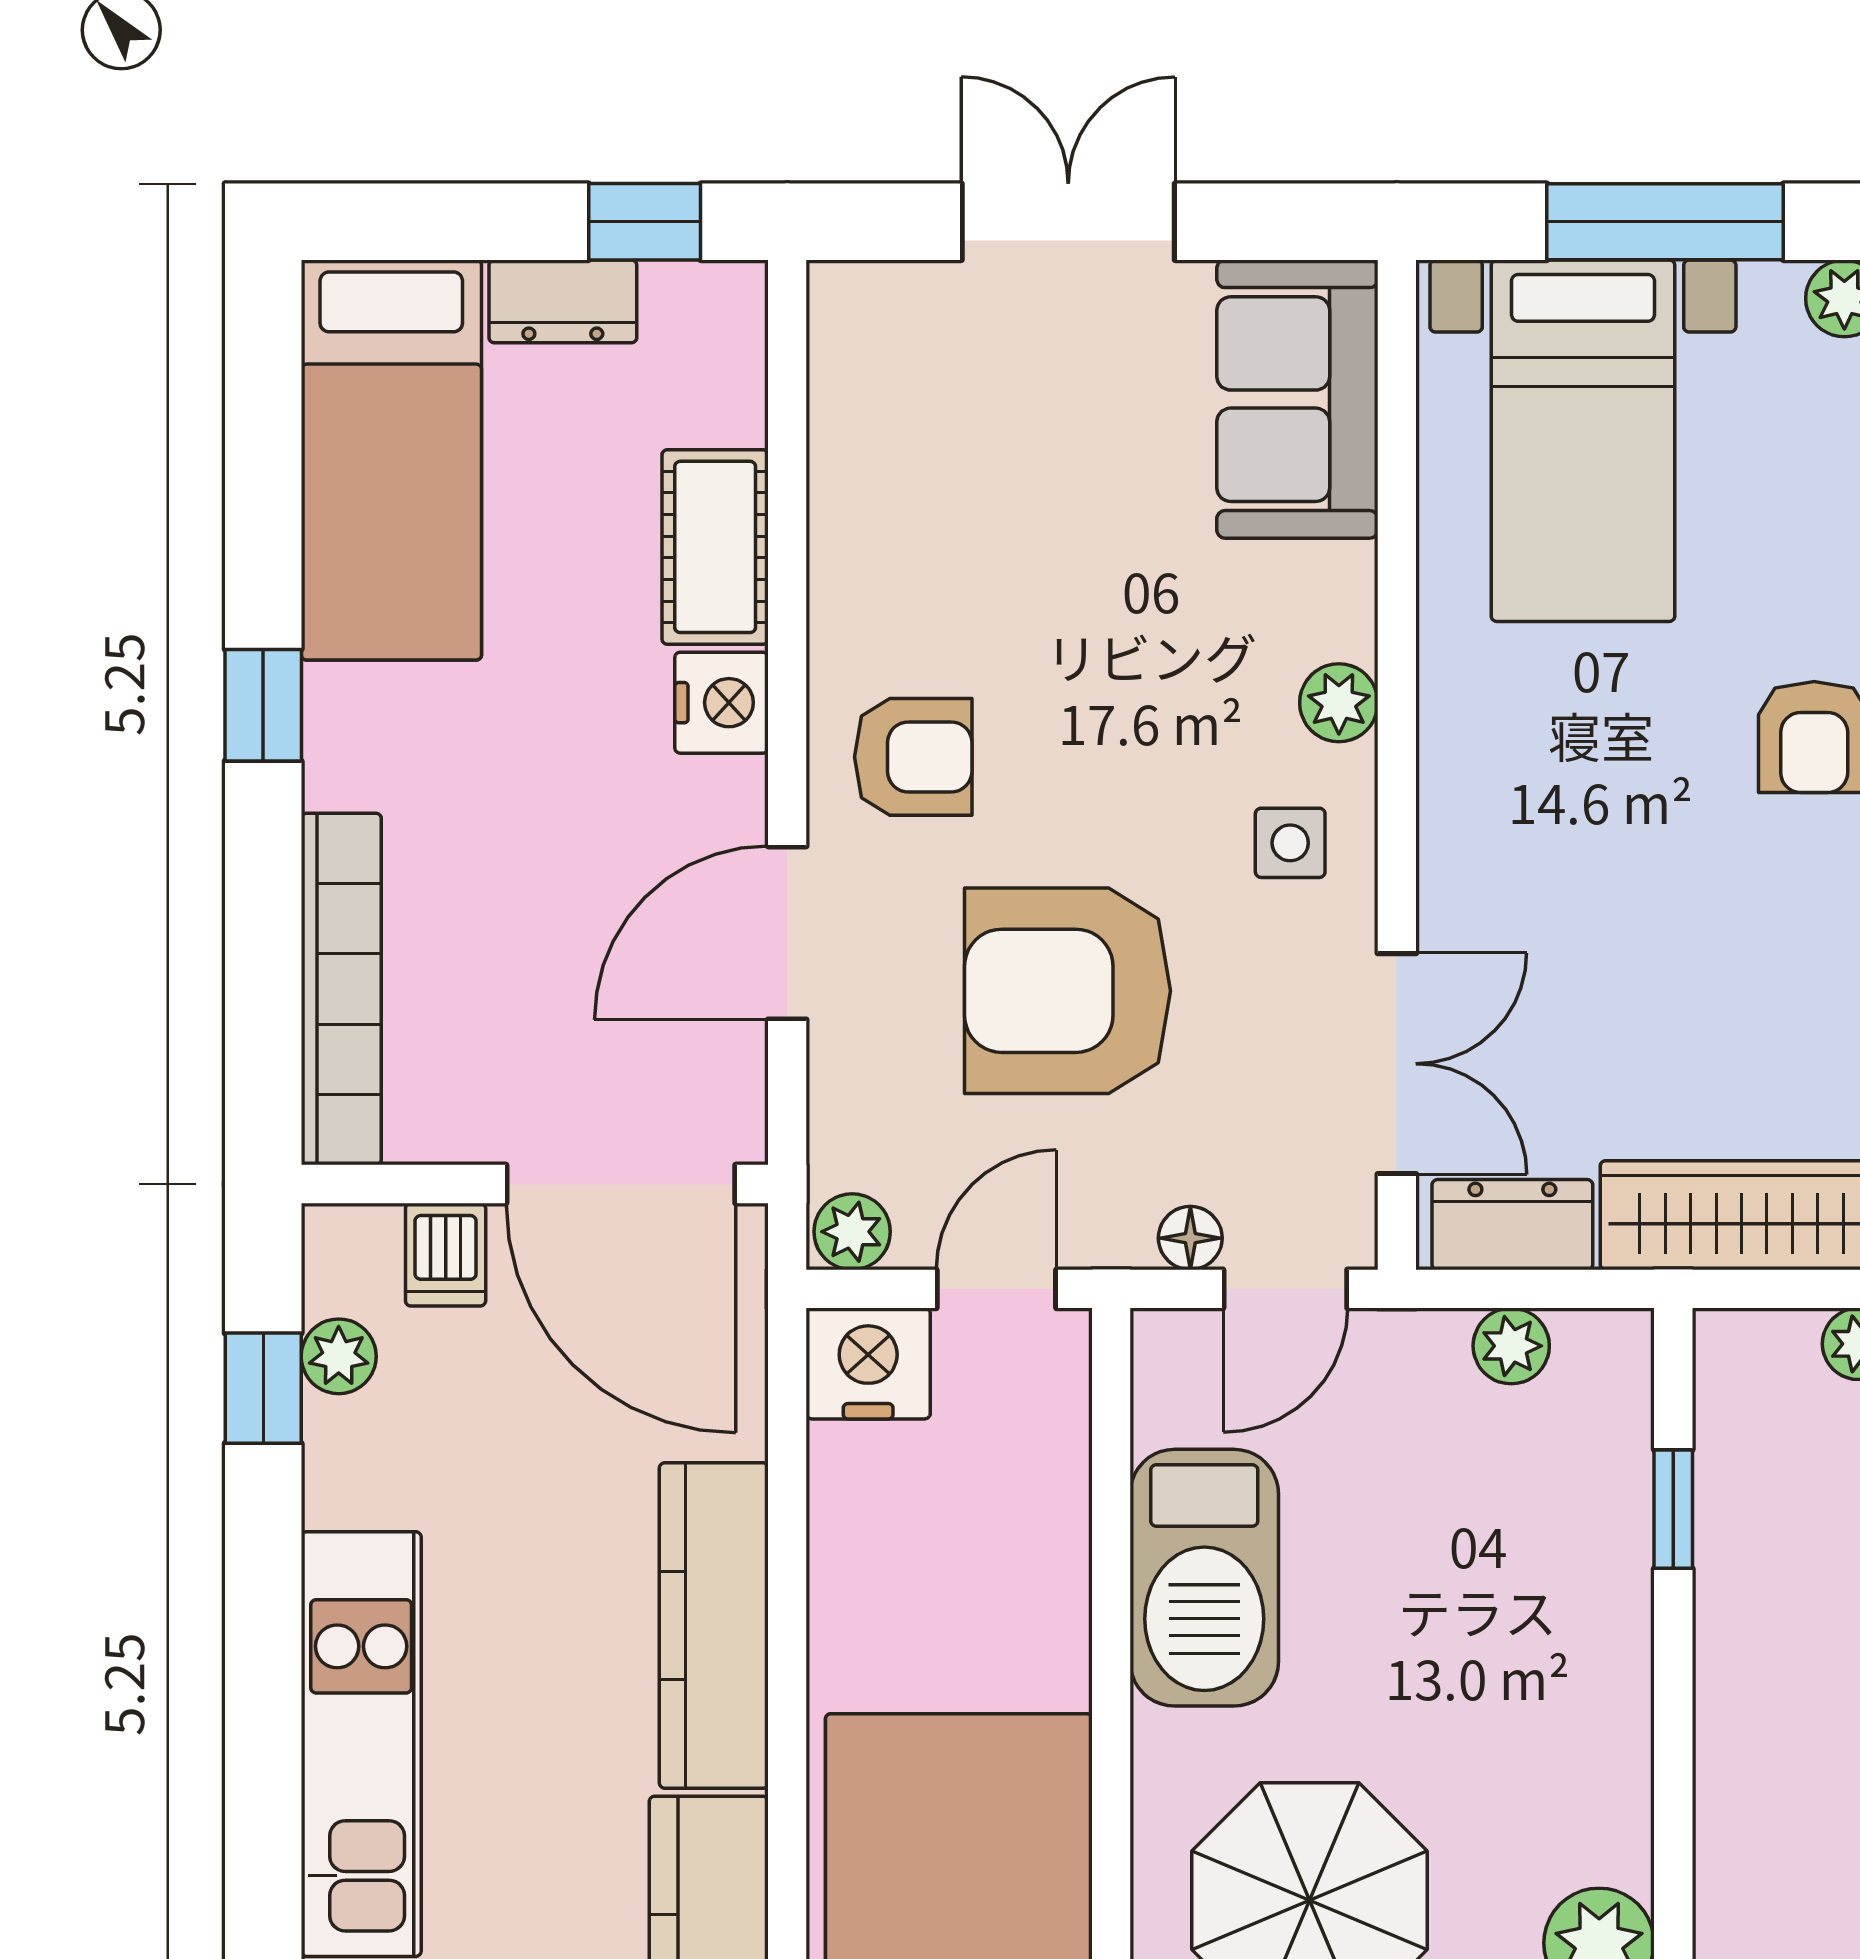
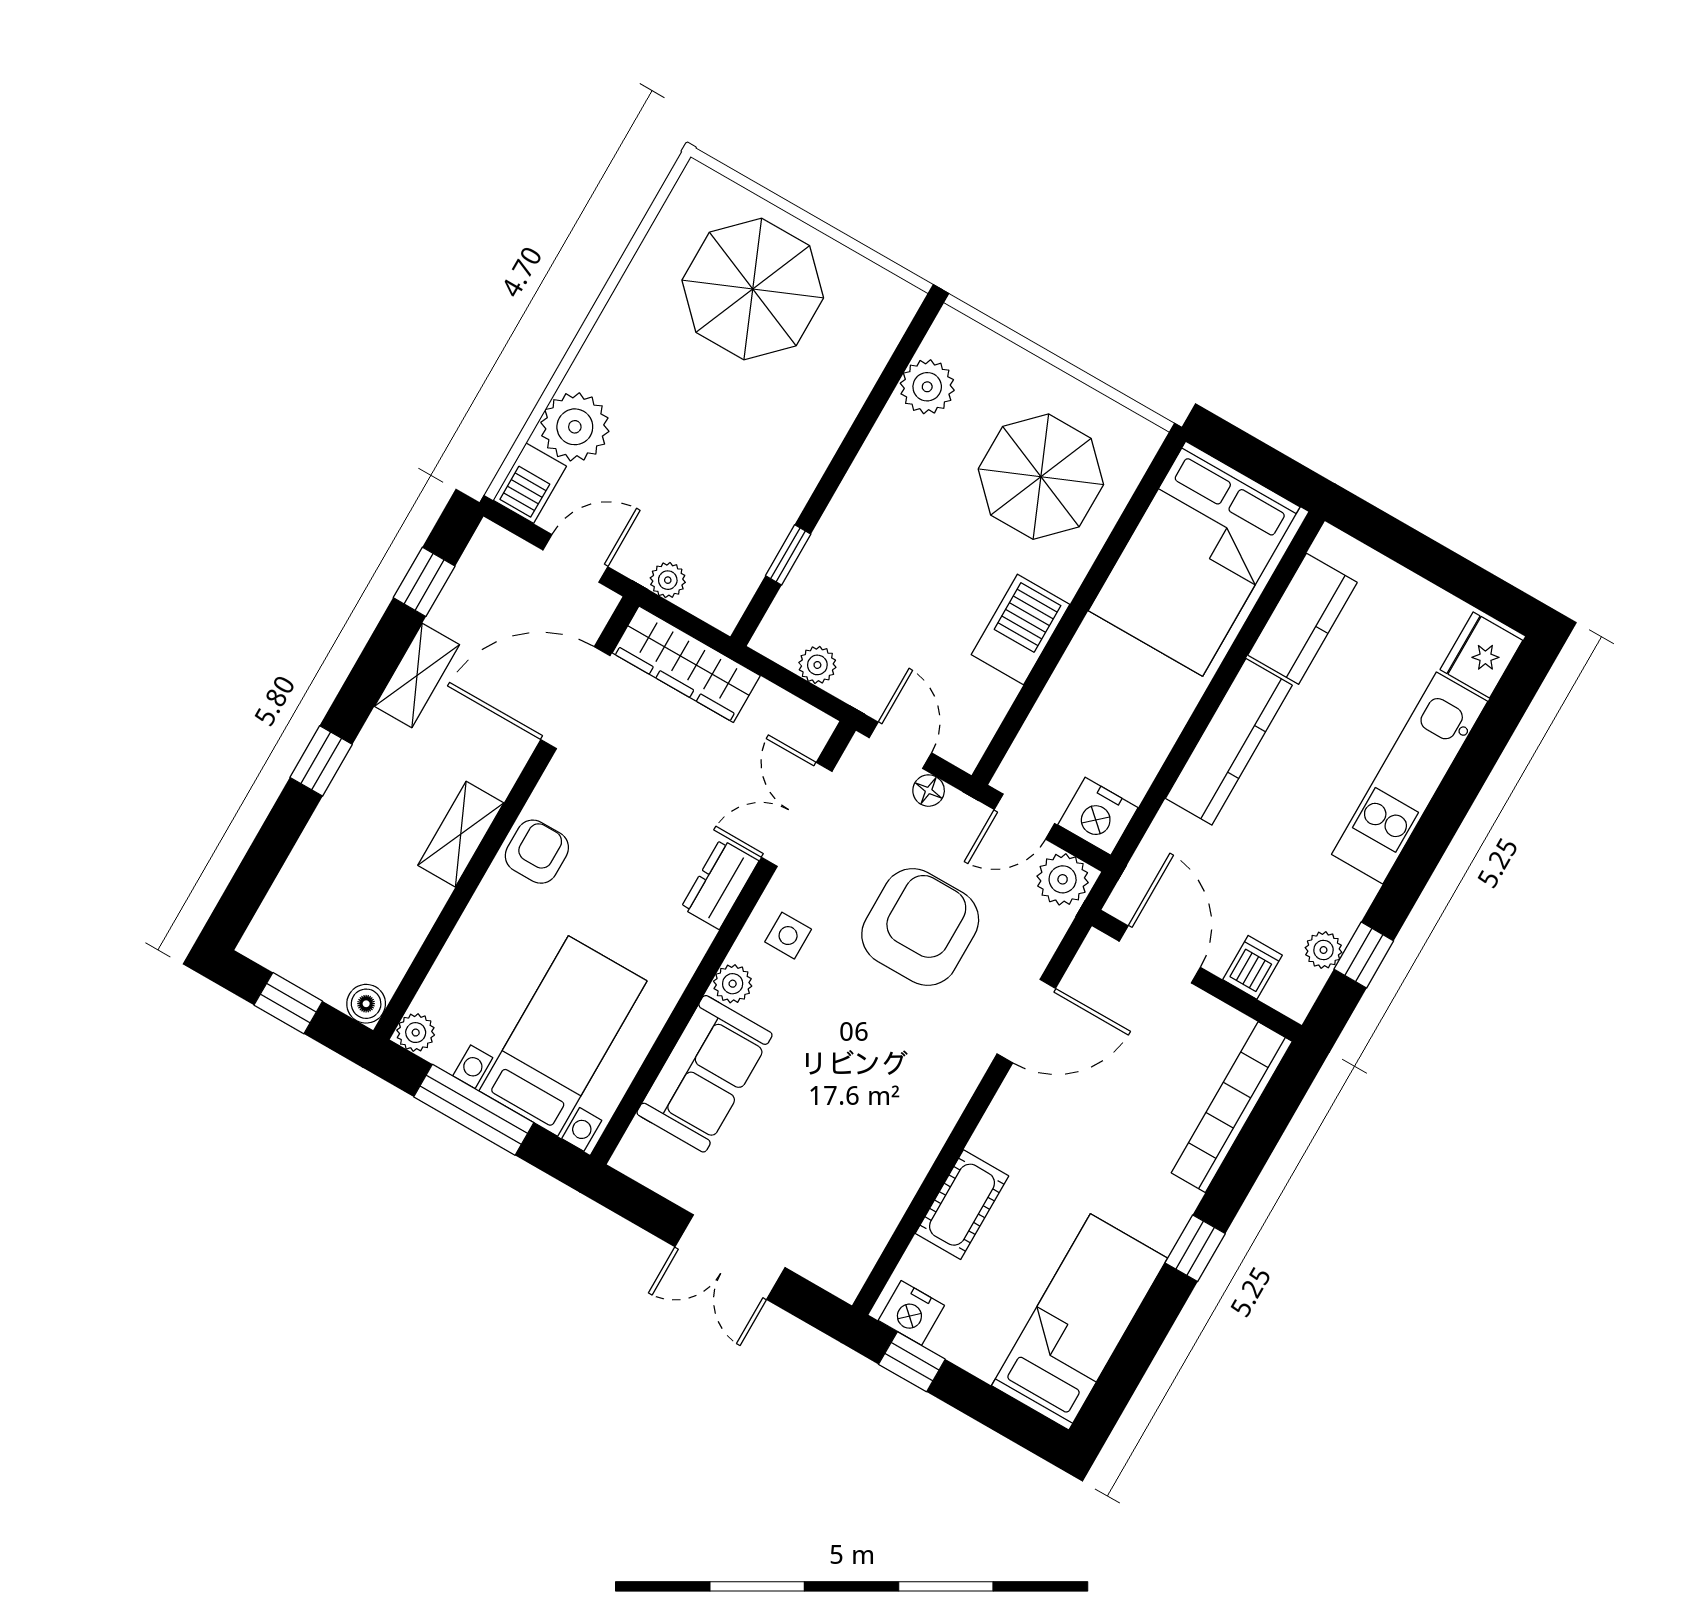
dresser: (563, 301) -> (967, 1348), removed
sofa: (1297, 399) -> (704, 1074), moved
nightstand: (722, 703) -> (911, 1313), moved, turned -90
armchair: (913, 757) -> (929, 1066), removed
armchair: (1068, 991) -> (920, 927), turned -90
door: (621, 1184) -> (1160, 954), width x0.73
dresser: (1512, 1225) -> (720, 884), moved, turned 90
plant: (852, 1232) -> (1063, 879), width x1.38, depth x1.38
door: (1285, 1289) -> (900, 745), hinge flipped
barbecue: (1204, 1578) -> (1021, 630), width x0.73, depth x0.83

